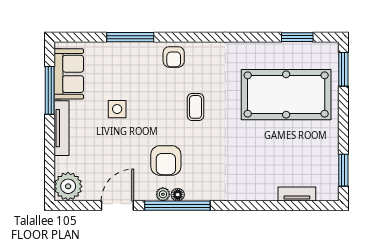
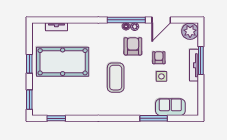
armchair: (174, 57) -> (159, 58), moved
sofa: (69, 74) -> (170, 107), moved, turned 90
window: (50, 90) -> (201, 61), moved
pool table: (286, 95) -> (63, 62), moved
coffee table: (195, 107) -> (116, 78), width x1.86, depth x1.72
window: (343, 170) -> (29, 64), moved

